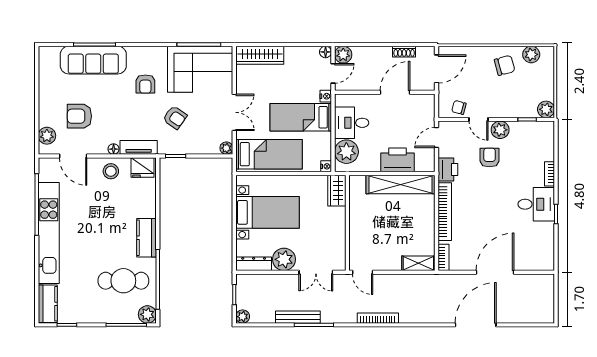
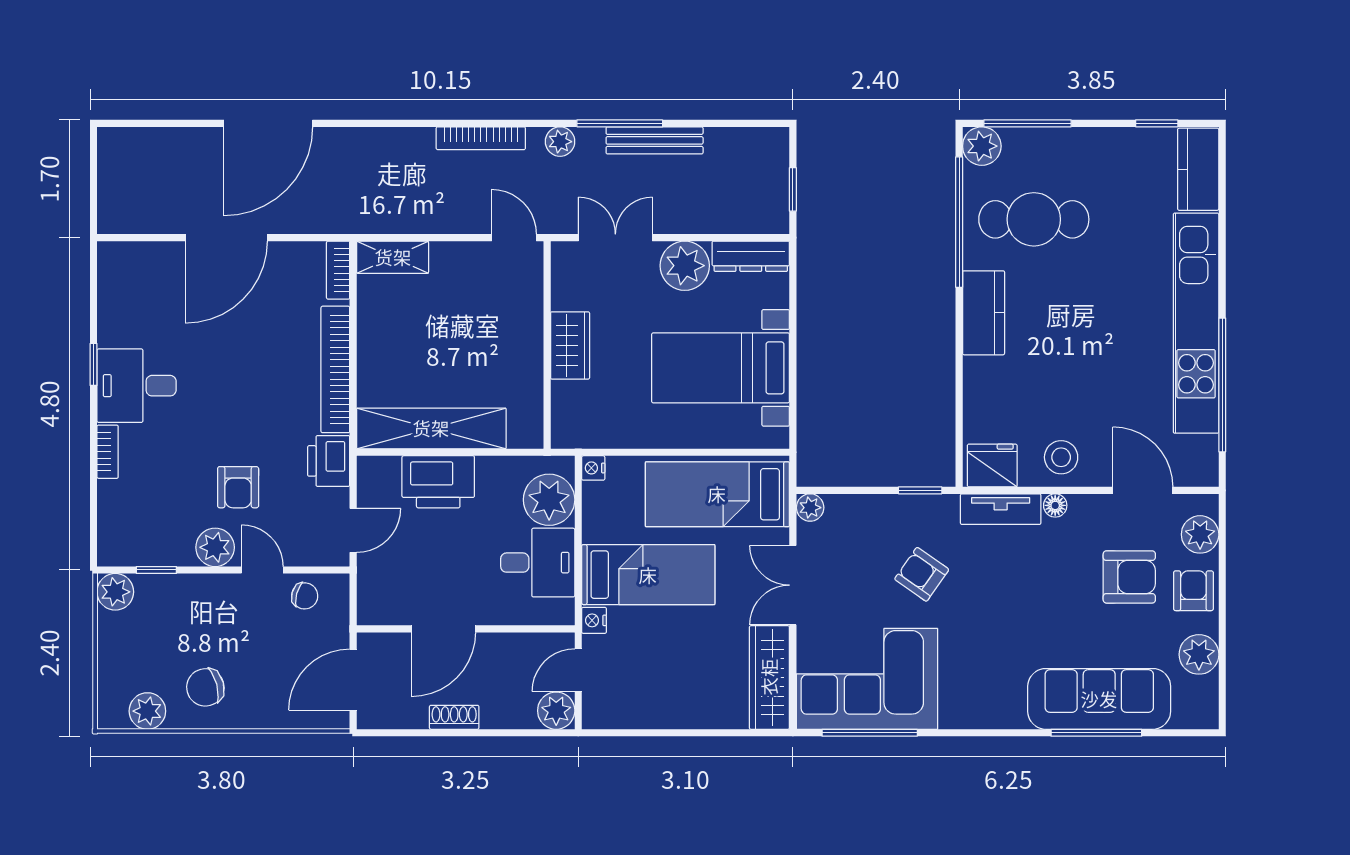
floor lamp: (326, 52) -> (594, 716), removed
shoe rack: (404, 52) -> (454, 717), moved
wardrobe: (260, 55) -> (769, 677), moved, turned -90
plant: (47, 81) -> (1199, 654), added
armchair: (145, 84) -> (1193, 591), moved
wardrobe: (337, 191) -> (570, 345), moved
plant: (243, 317) -> (560, 142), moved

